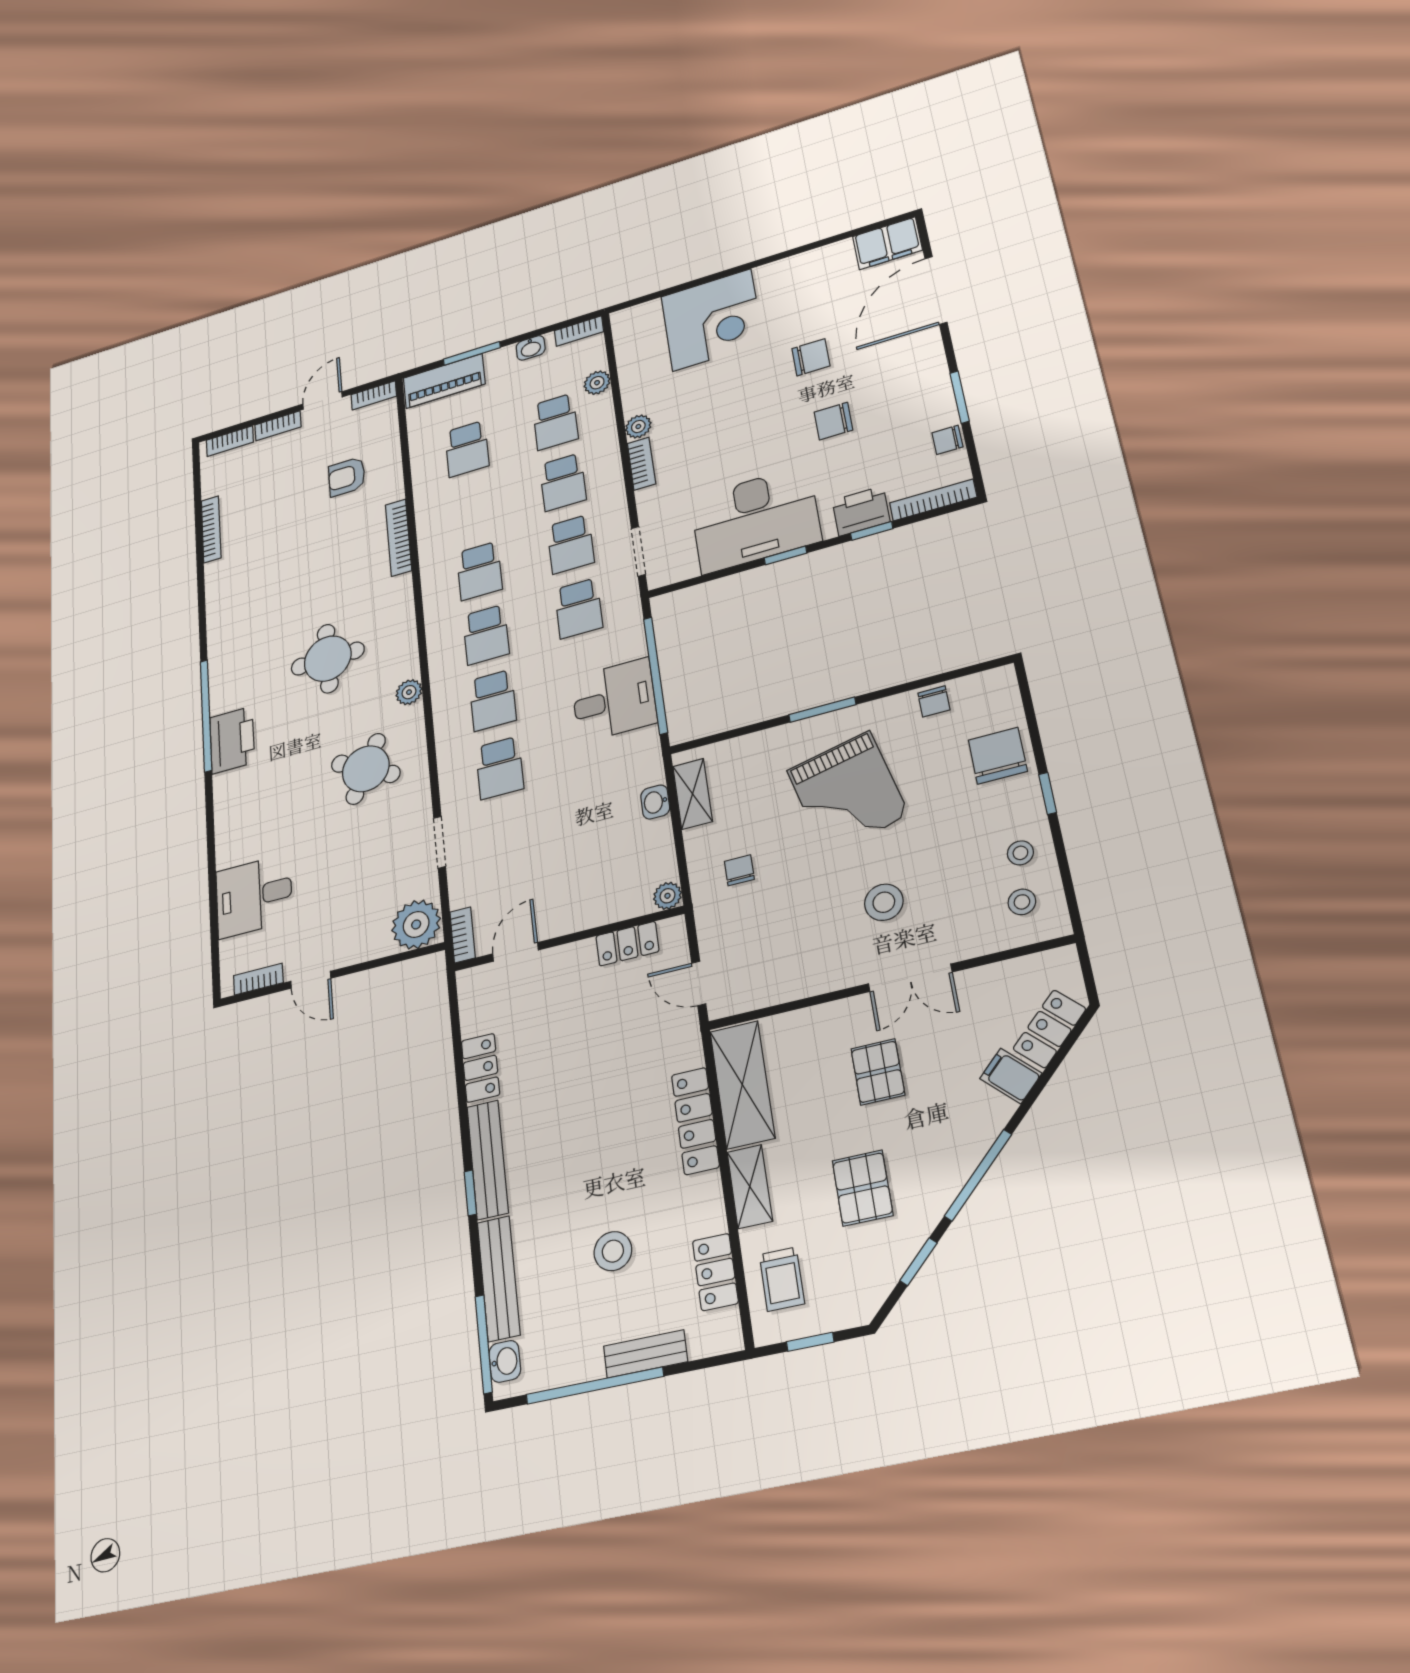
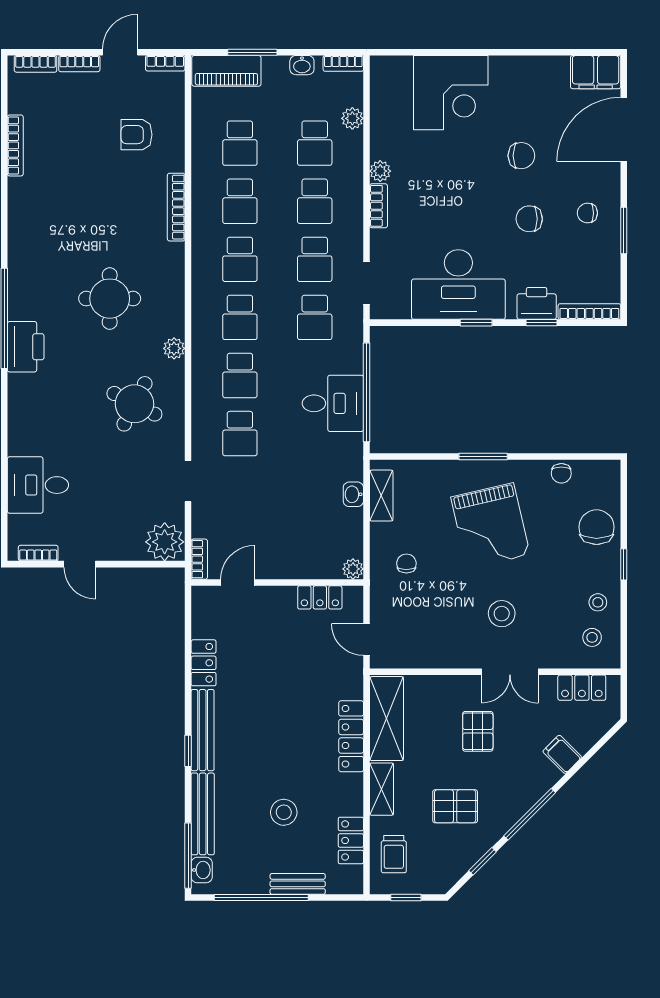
chair: (947, 440) -> (587, 213), moved
school desk: (473, 509) -> (240, 201), added
locker: (1049, 1029) -> (582, 688), moved, turned -135
pallet: (863, 1188) -> (455, 806), turned 90

